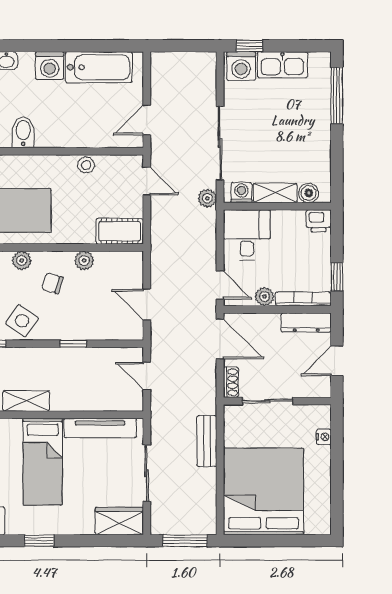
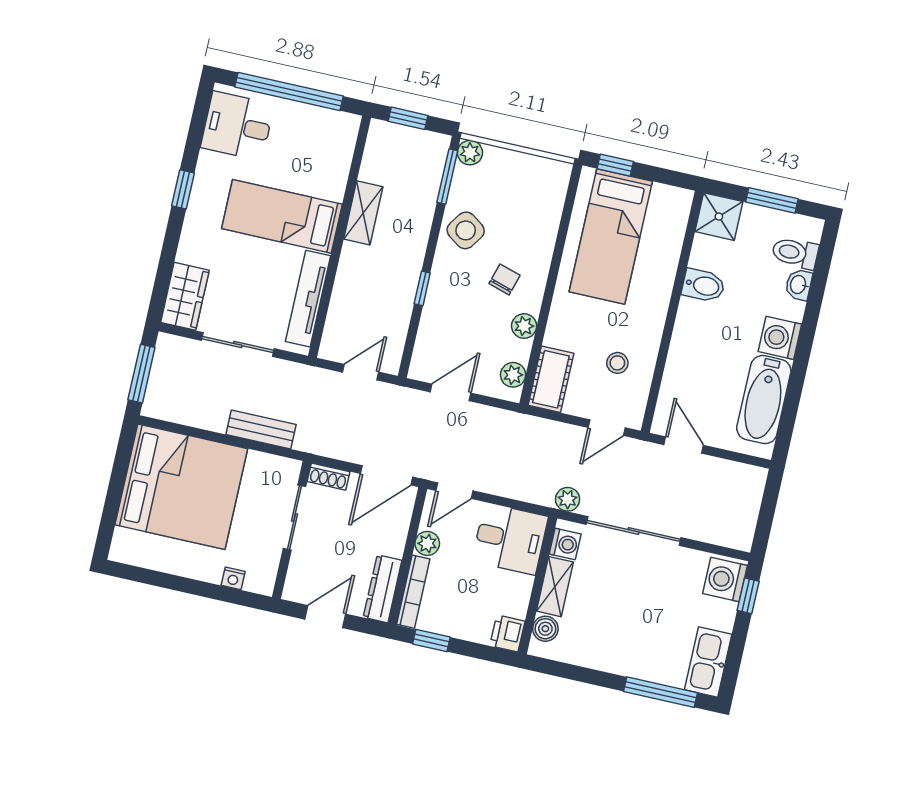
kitchen sink: (282, 65) -> (708, 662), moved
stool: (86, 165) -> (617, 363), moved
plant: (22, 260) -> (513, 375), moved
door: (337, 361) -> (325, 617), hinge flipped

